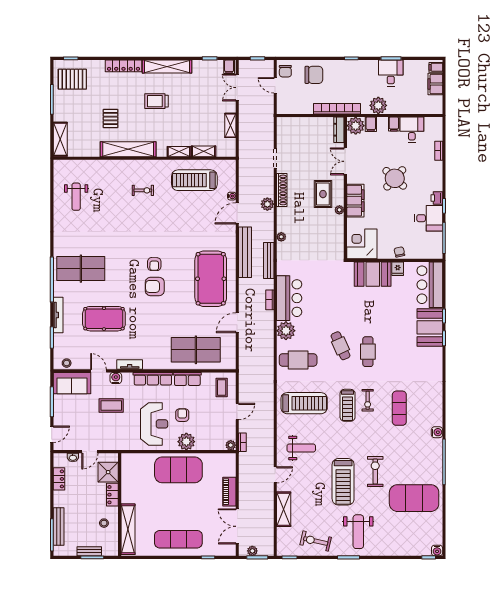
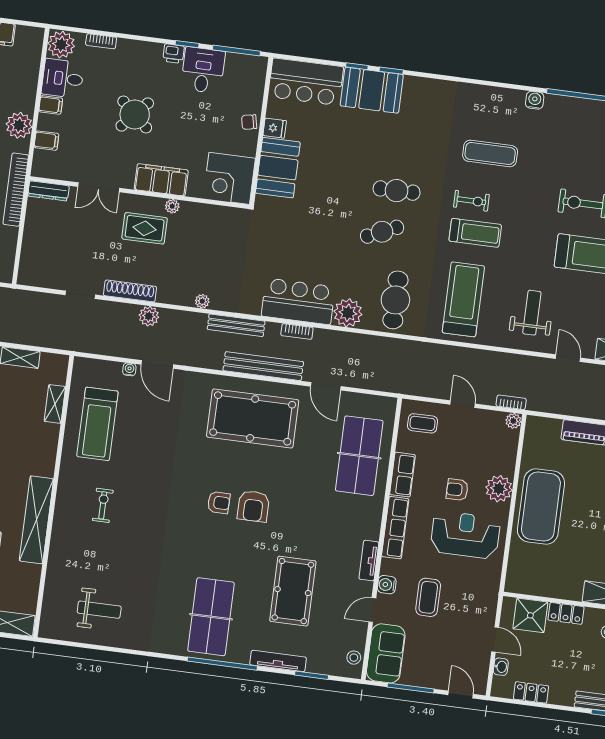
plant: (356, 126) -> (61, 45), moved
shelving: (179, 152) -> (50, 442), removed
bench: (245, 252) -> (263, 366), moved

